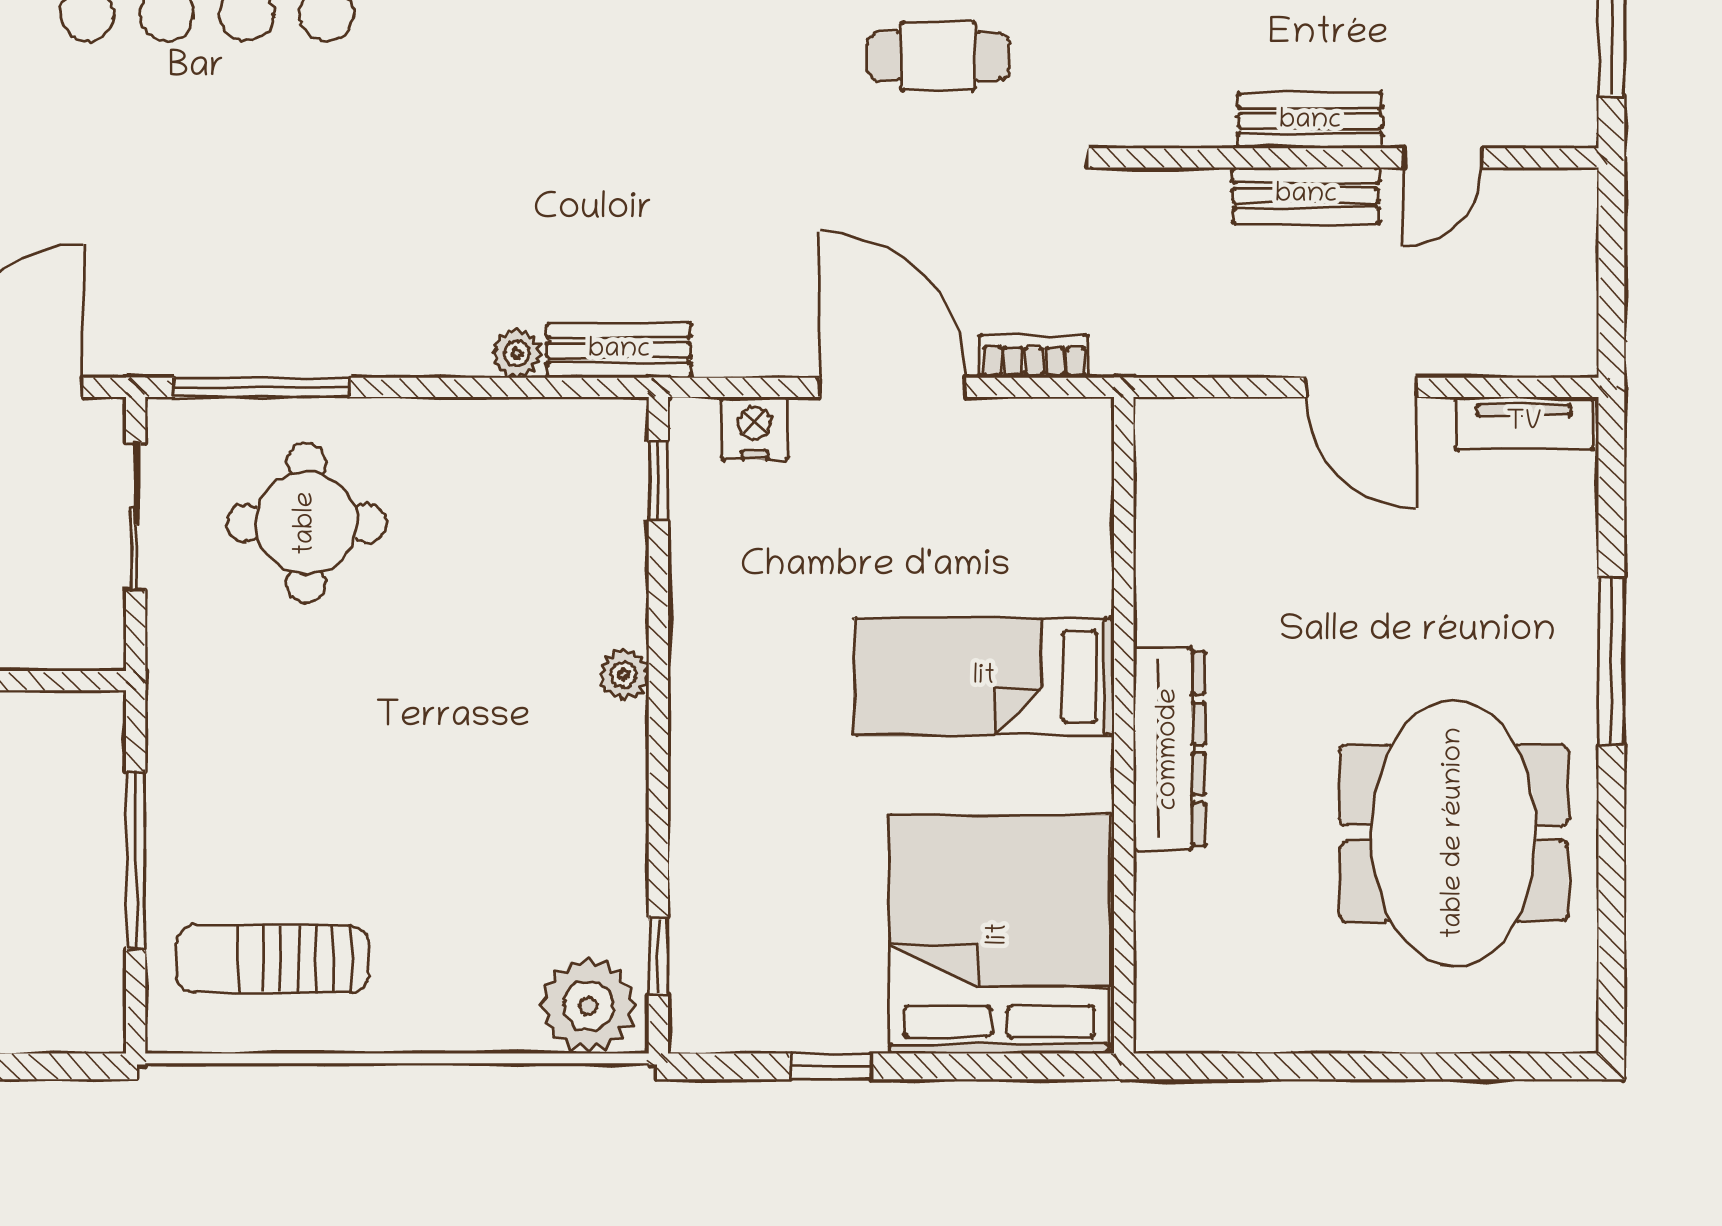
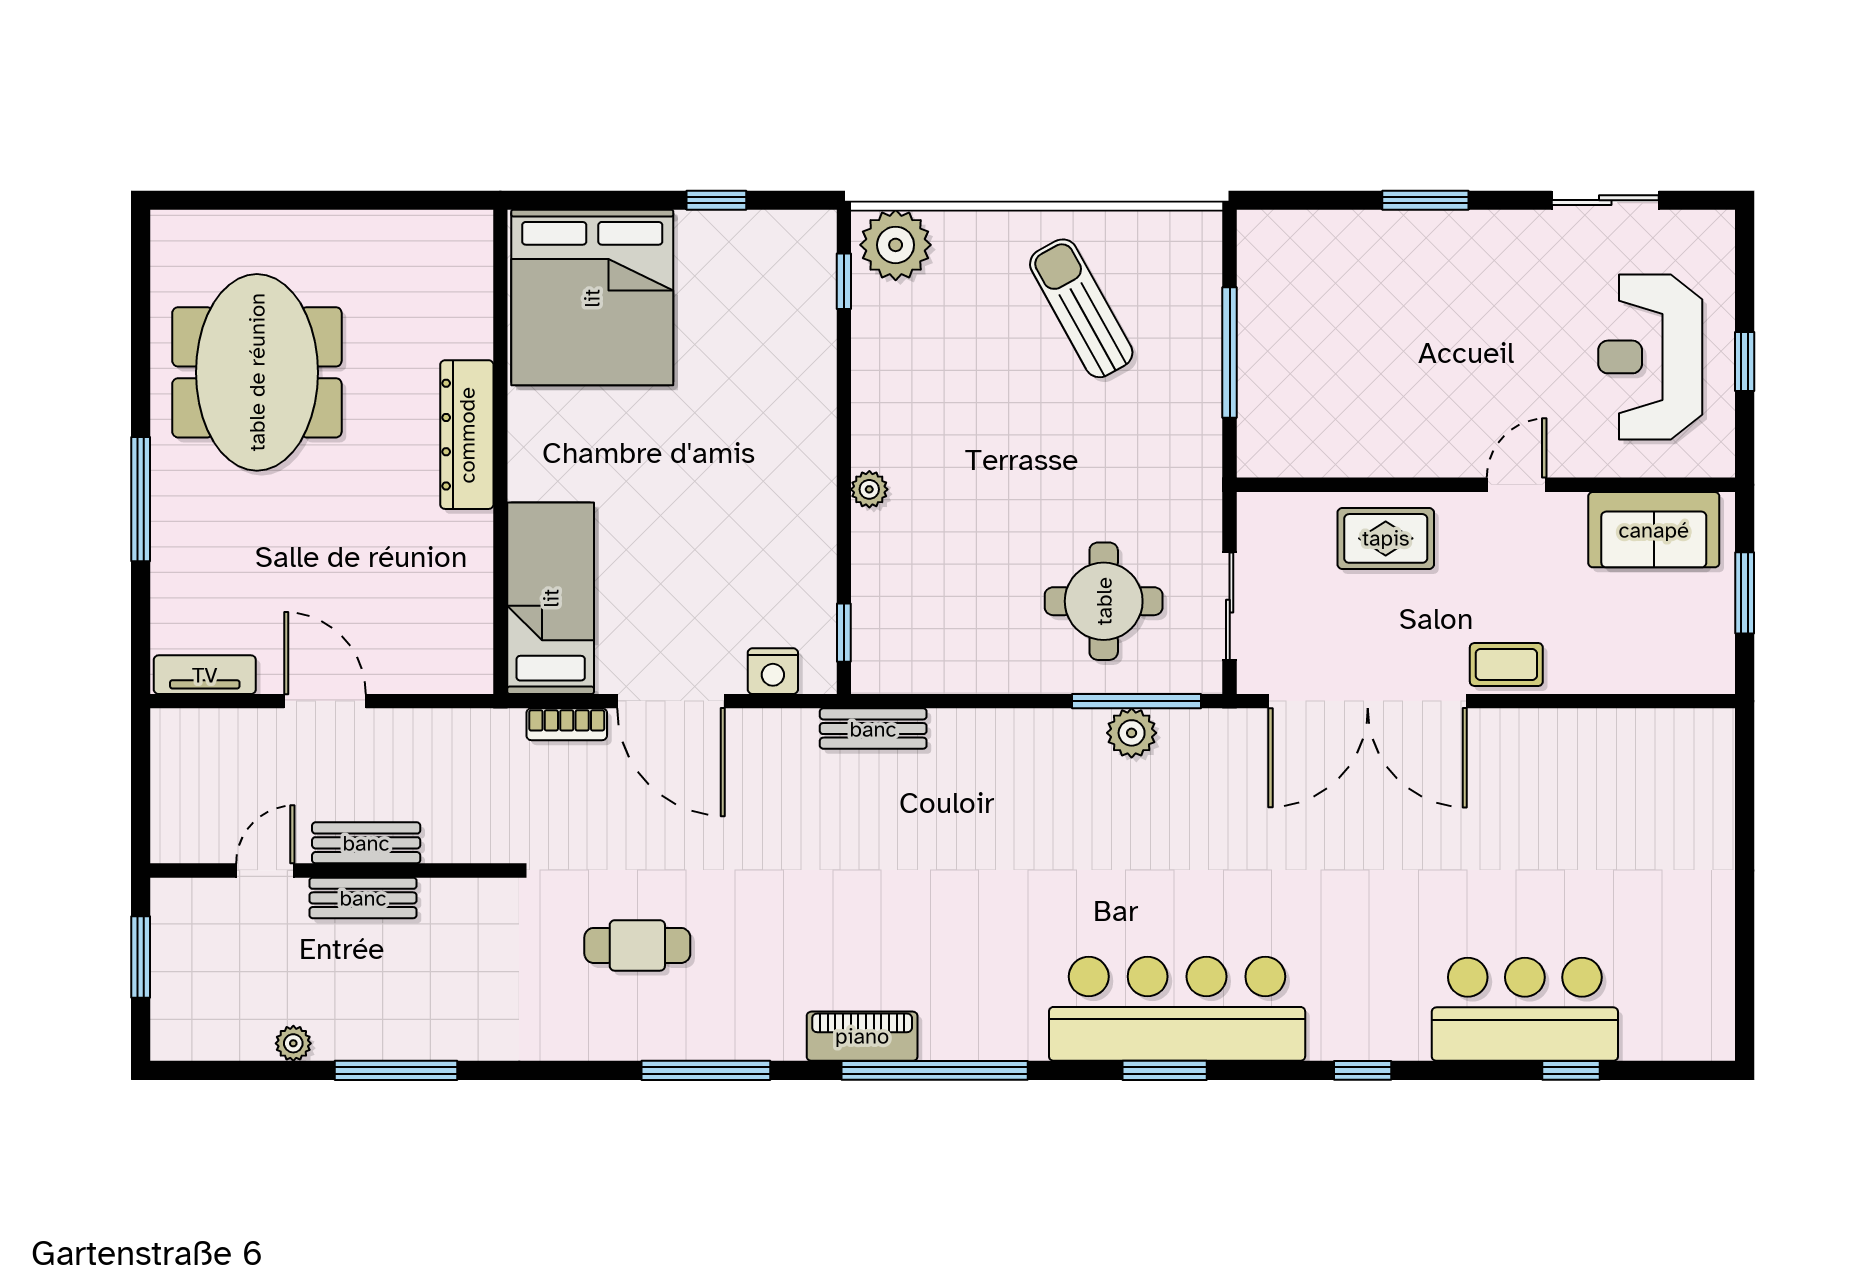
plant: (517, 354) -> (1132, 733), moved, width x1.38, depth x1.38
bed: (984, 677) -> (551, 598), moved, turned -90
sun lounger: (272, 959) -> (1081, 308), moved, turned -119

